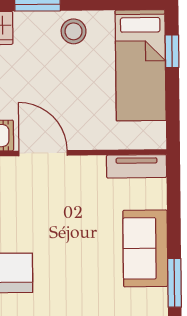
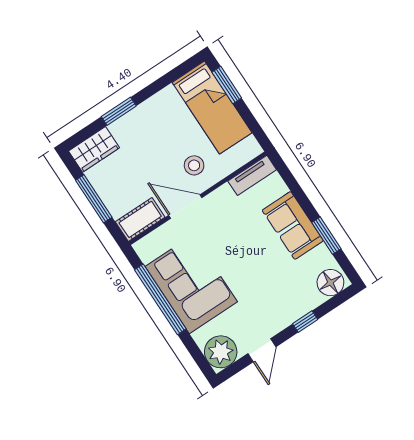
stool: (74, 31) -> (194, 165), moved
window: (172, 51) -> (227, 85), width x1.50

